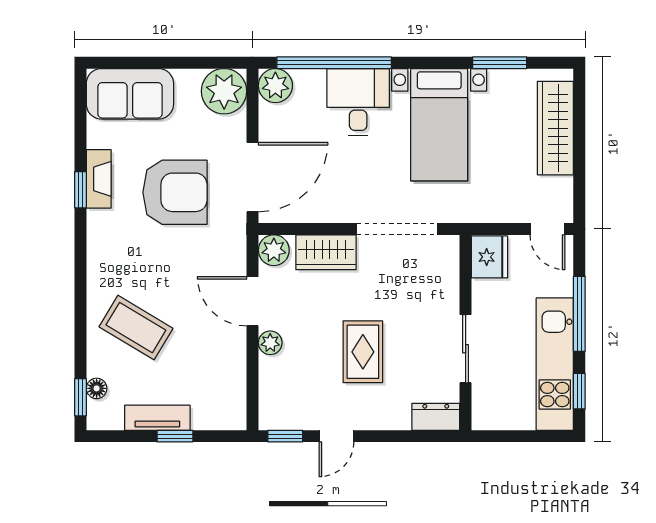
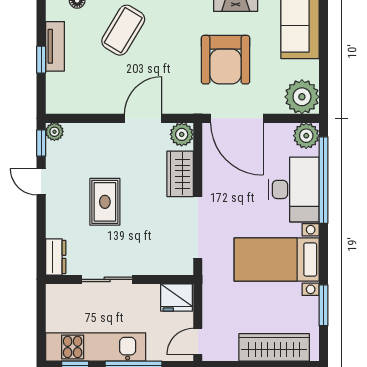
desk: (358, 102) -> (294, 189), width x1.37
plant: (270, 343) -> (54, 132), moved
rug: (363, 352) -> (105, 202), turned 90

